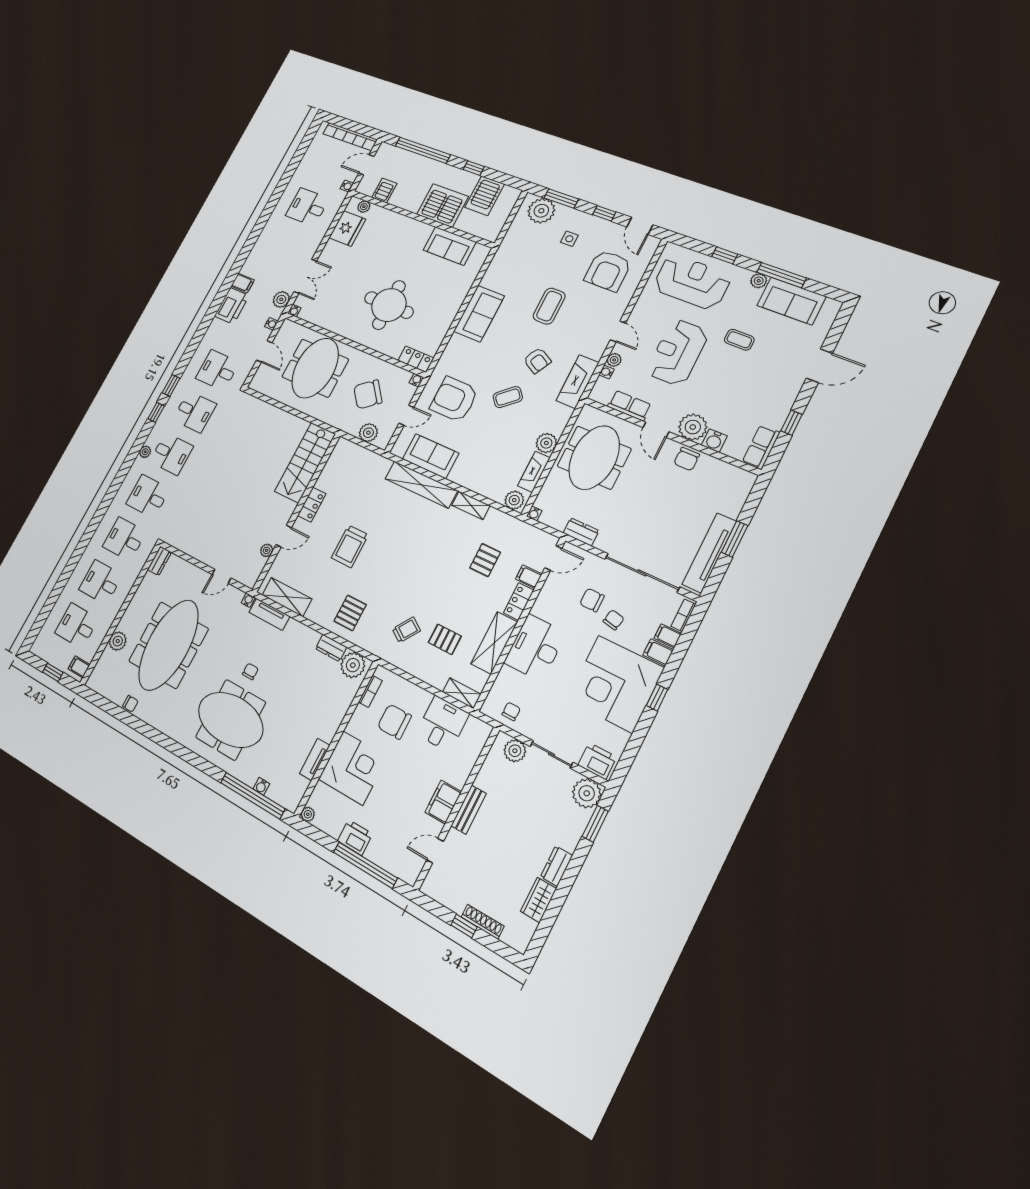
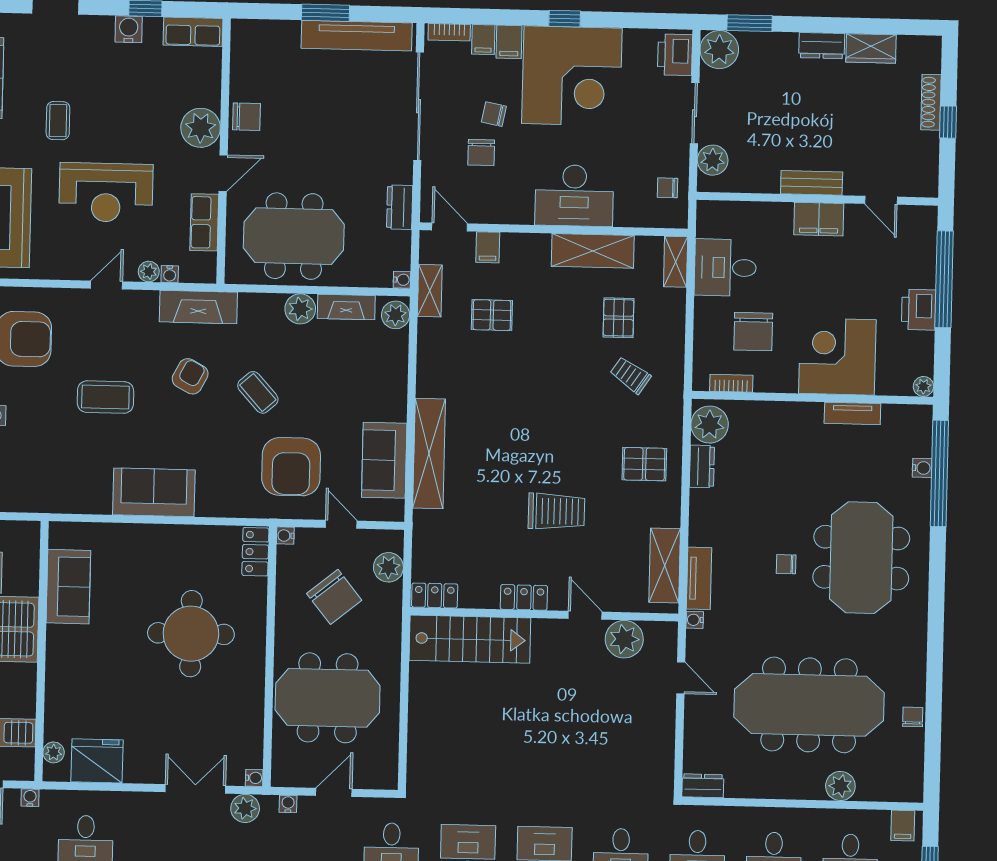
water cooler: (714, 441) -> (129, 29), moved, turned -90
shelving: (471, 505) -> (430, 291), moved
plant: (267, 550) -> (624, 639), width x1.88, depth x1.88
locker: (519, 601) -> (435, 595), moved, turned 180

